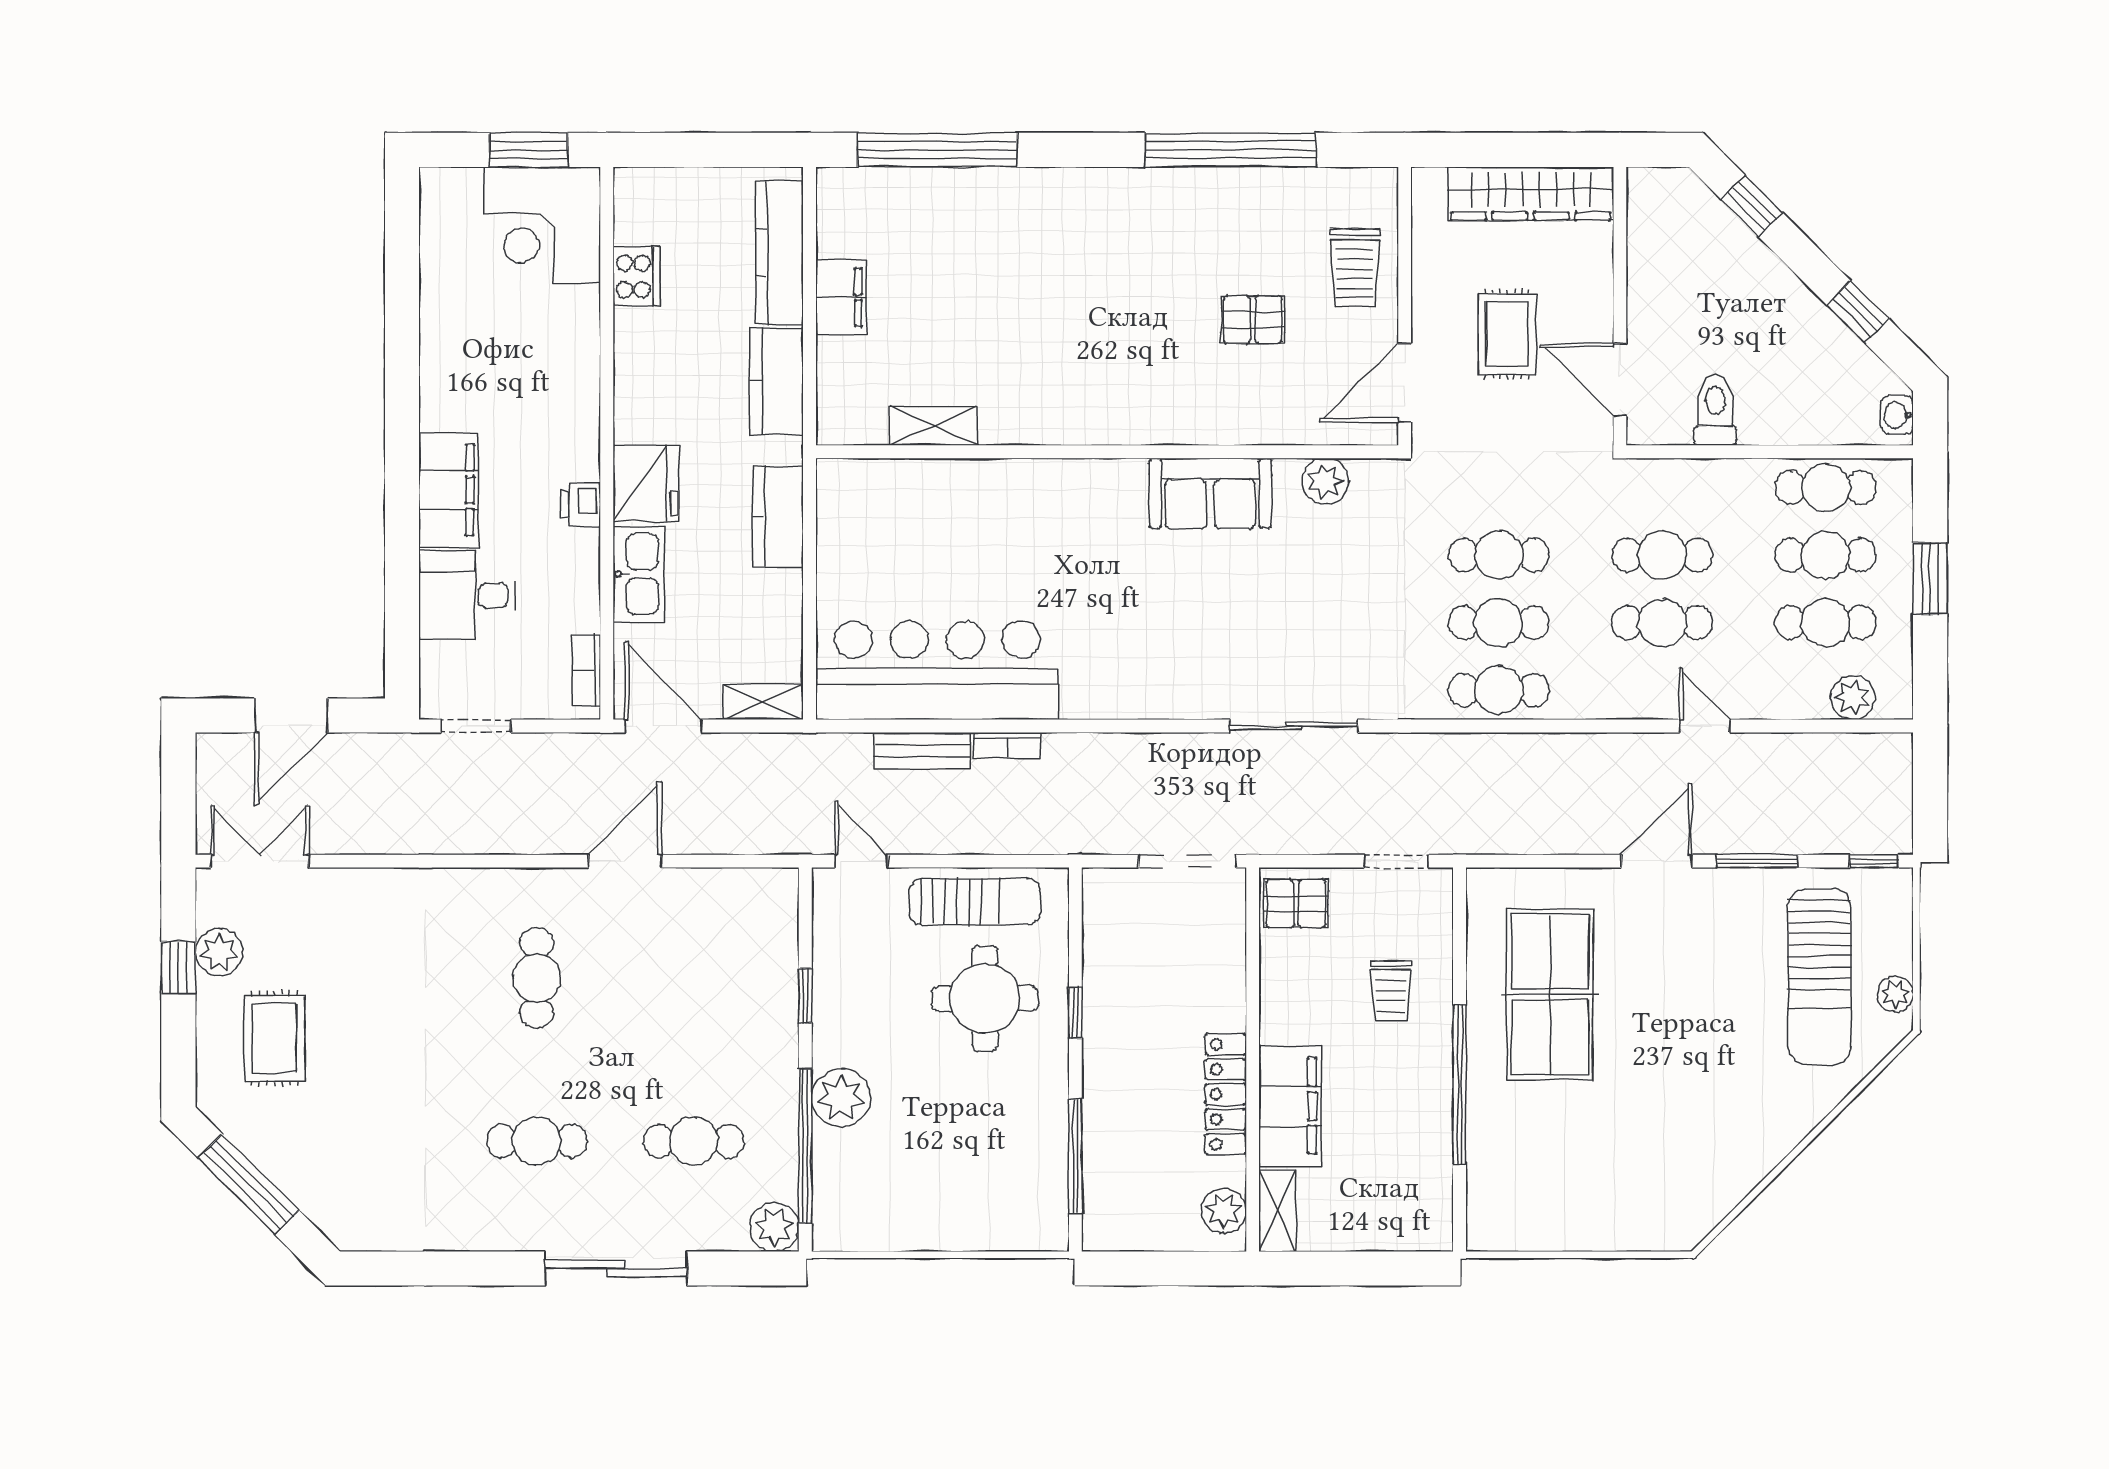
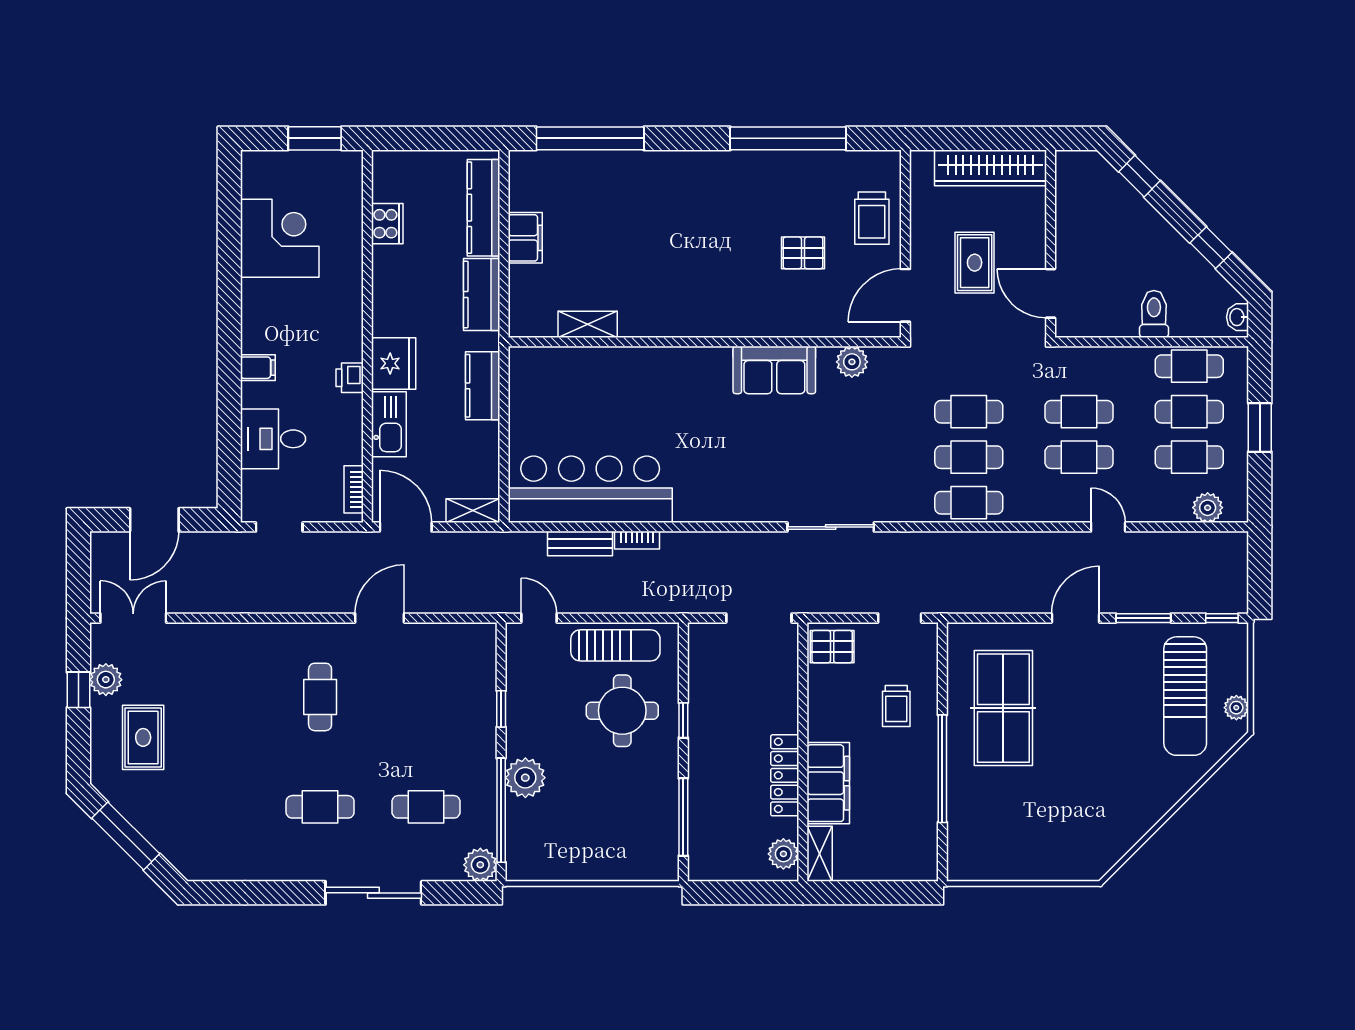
corner desk: (542, 225) -> (280, 238), moved, turned 180
toilet: (1715, 410) -> (1154, 314), moved
filing cabinet: (449, 490) -> (258, 368), width x0.33, depth x0.86

